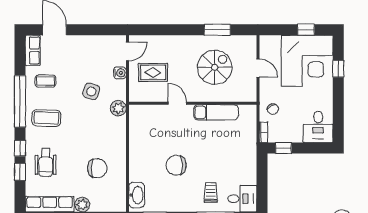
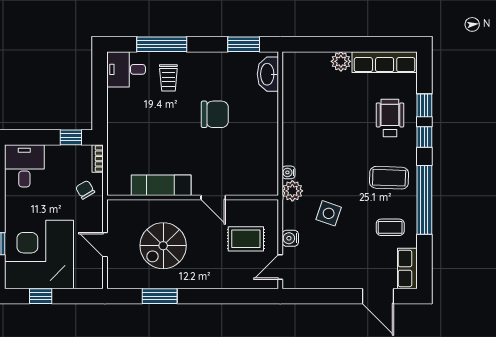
water cooler: (121, 122) -> (288, 172), added
chair: (97, 168) -> (321, 110), removed

